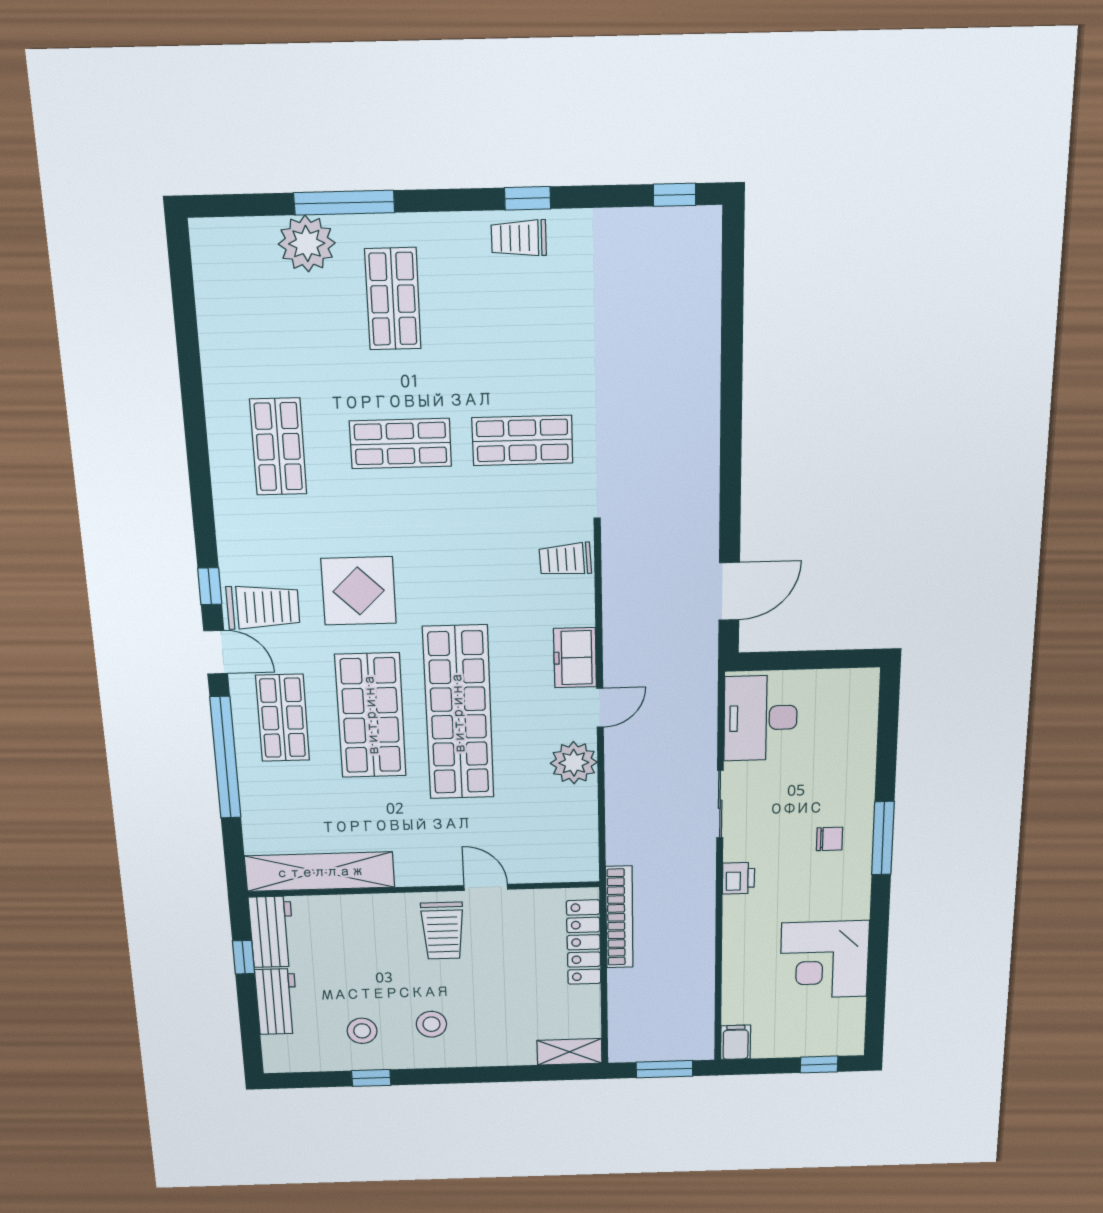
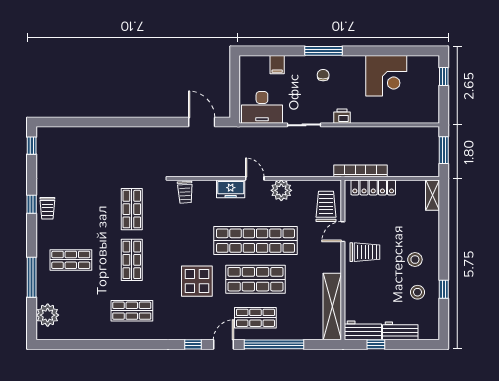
plant: (307, 244) -> (48, 315), moved
trolley: (263, 607) -> (326, 206), moved
filing cabinet: (736, 1042) -> (277, 65), moved, turned -90

